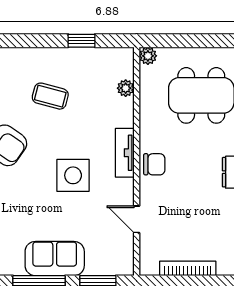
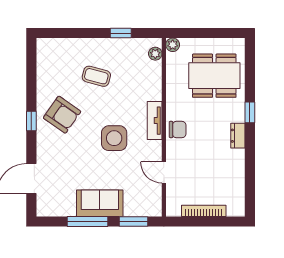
plant: (126, 88) -> (155, 54), moved

